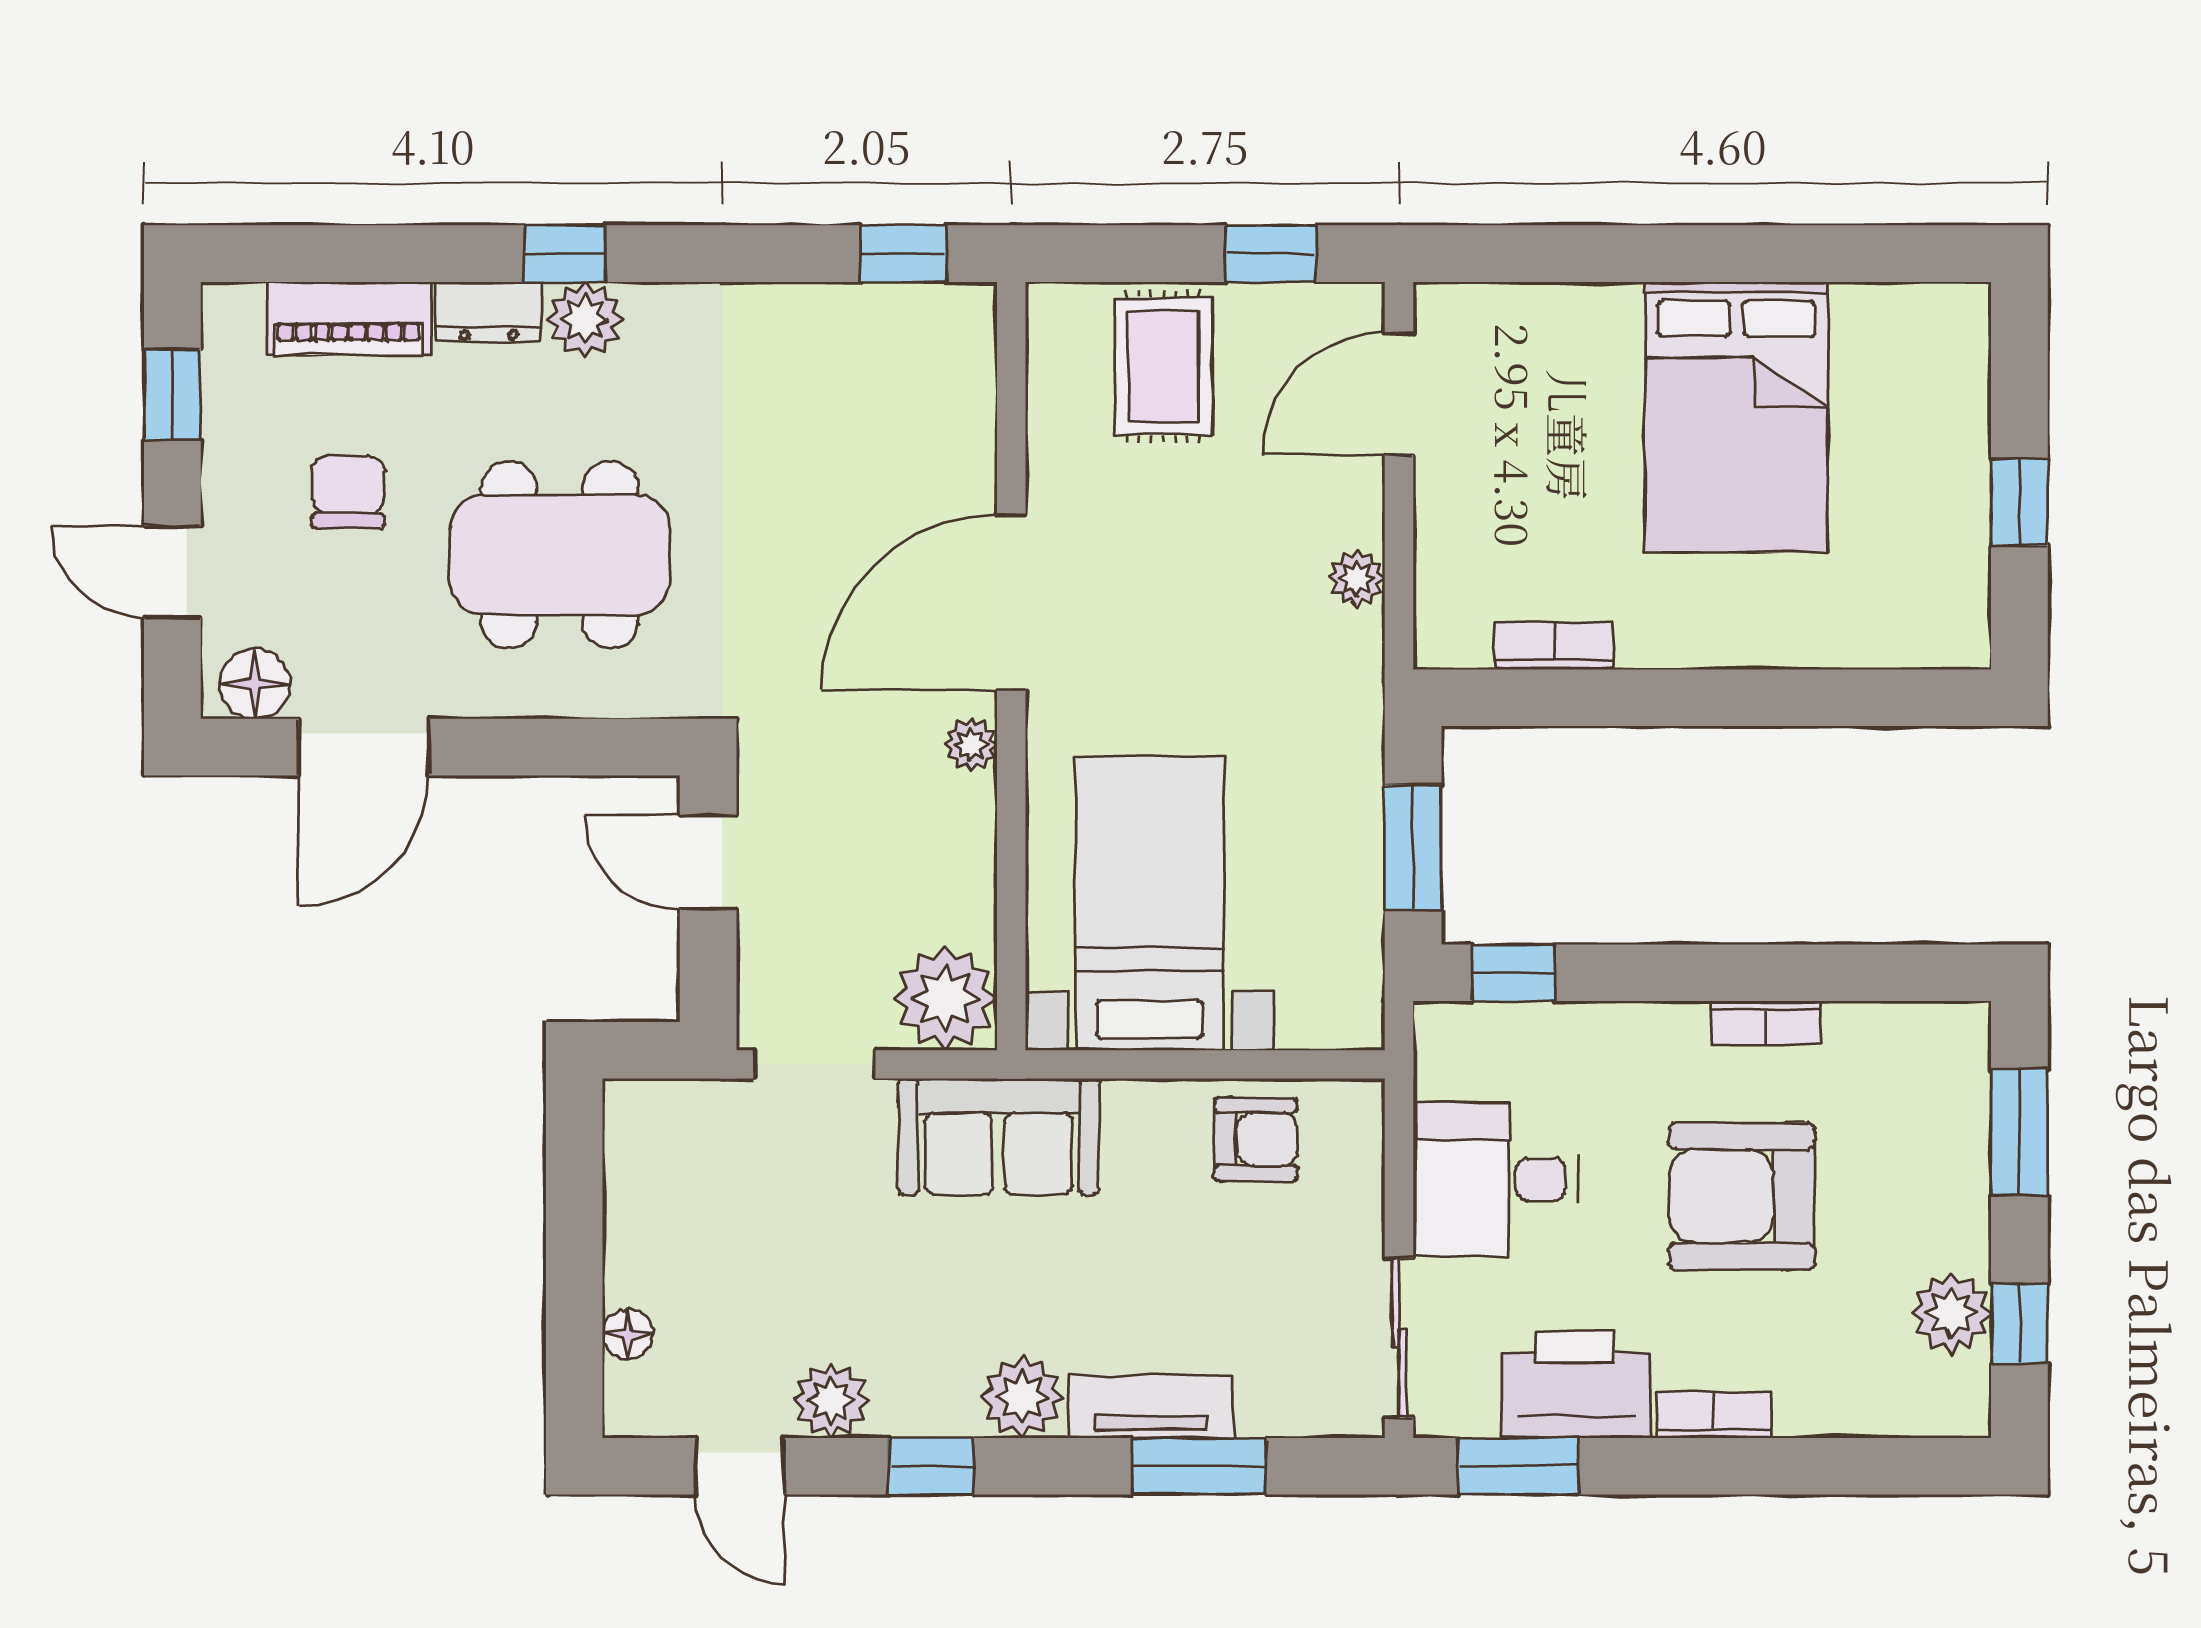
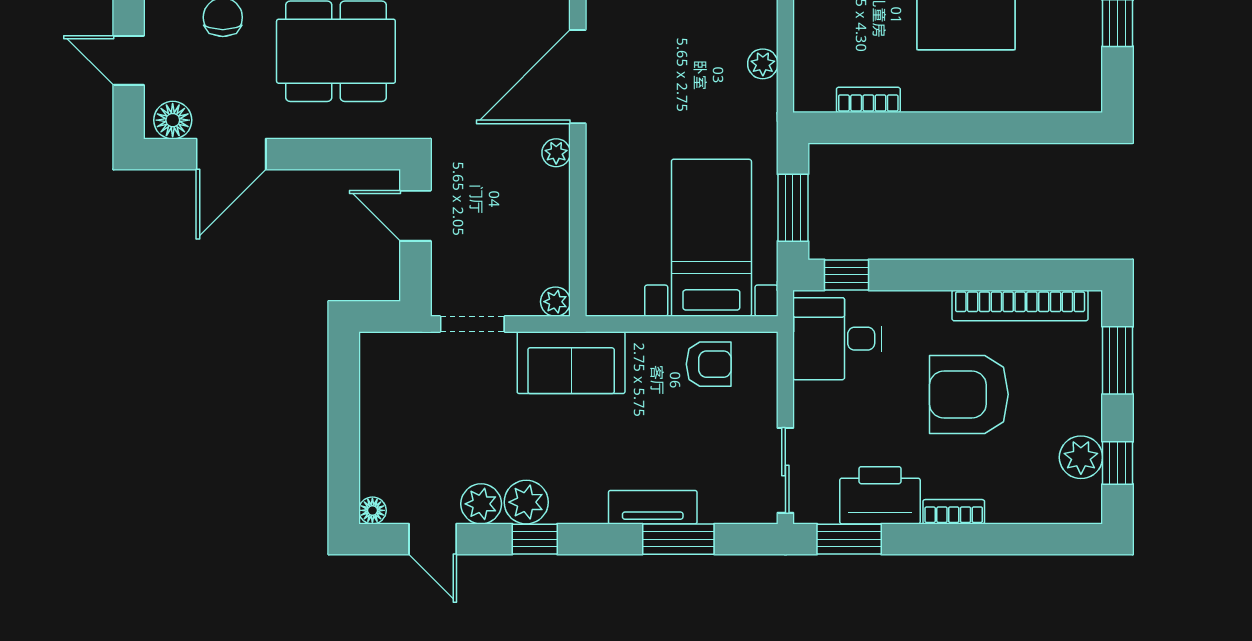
bed with nightstands: (1150, 903) -> (711, 238), moved
plant: (945, 998) -> (555, 302), width x0.53, depth x0.53
bookcase: (1765, 1023) -> (1020, 305), width x2.31, depth x1.31
desk: (1496, 1180) -> (837, 339), moved
floor lamp: (628, 1334) -> (372, 510), moved
plant: (1022, 1397) -> (526, 502), moved

